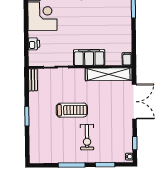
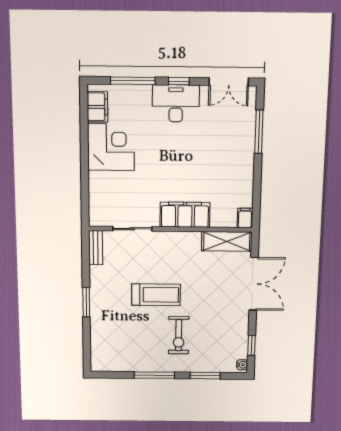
printer: (34, 44) -> (97, 191), removed
shelving: (109, 74) -> (227, 241), width x0.68

